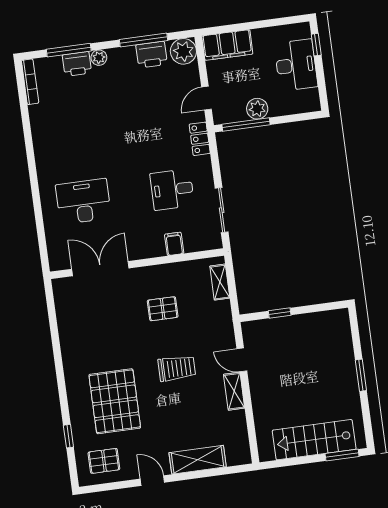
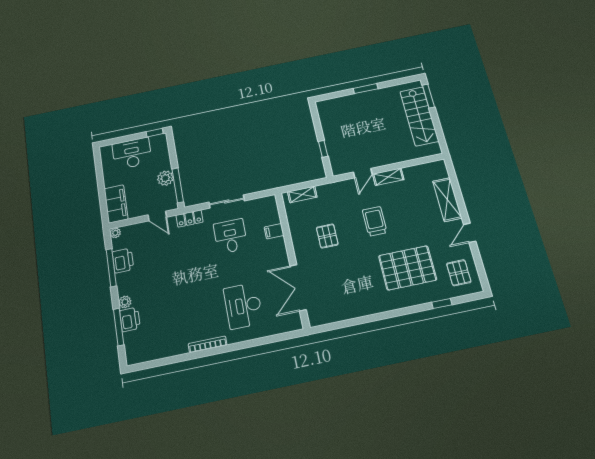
window: (316, 45) -> (155, 133), moved
plant: (183, 51) -> (115, 233), width x0.53, depth x0.53
bookcase: (30, 82) -> (208, 344), moved
desk: (172, 190) -> (230, 236), turned 180
sliding door: (222, 210) -> (227, 202), moved

